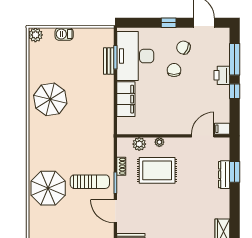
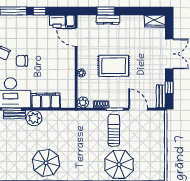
printer: (222, 75) -> (57, 21), moved
plant: (104, 85) -> (34, 118), added
plant: (139, 144) -> (83, 102), moved
rug: (157, 170) -> (114, 66), moved, turned 90
door: (115, 211) -> (138, 109), swing flipped

